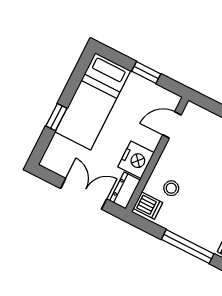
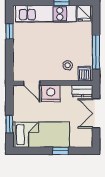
window: (146, 73) -> (9, 124), moved
nightstand: (136, 160) -> (51, 93), moved
window: (188, 247) -> (96, 52), moved

